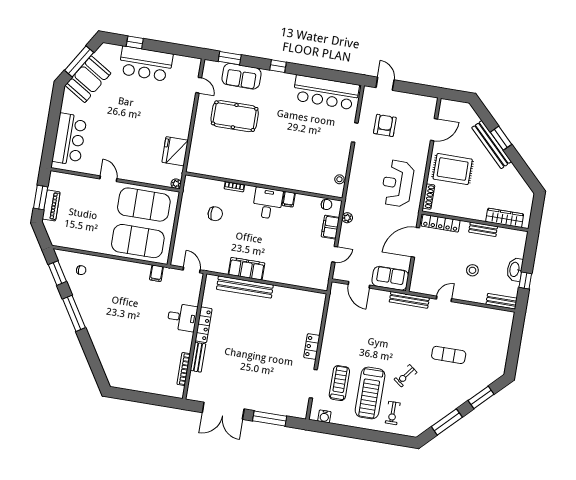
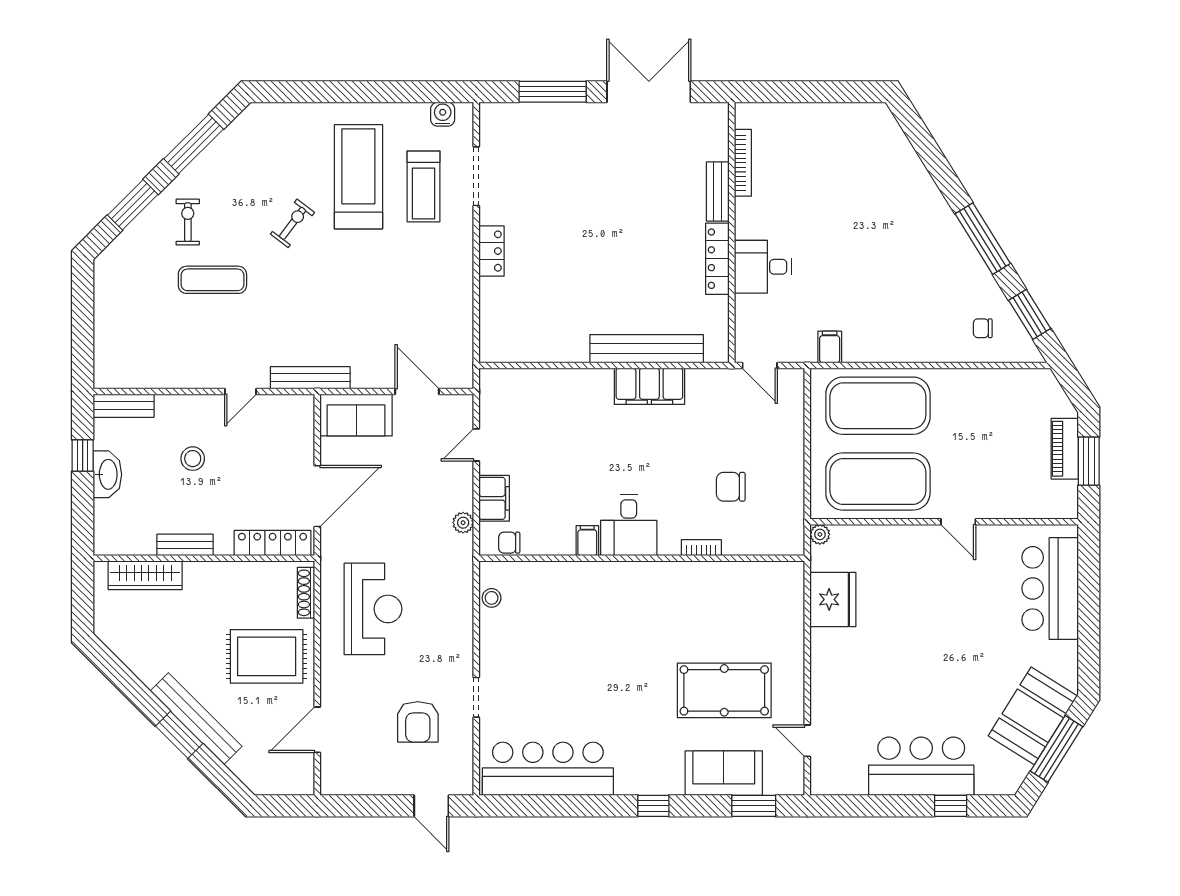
exercise bike: (393, 413) -> (188, 222), moved

